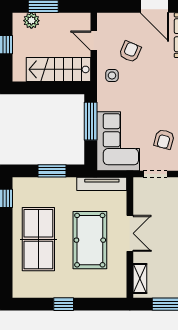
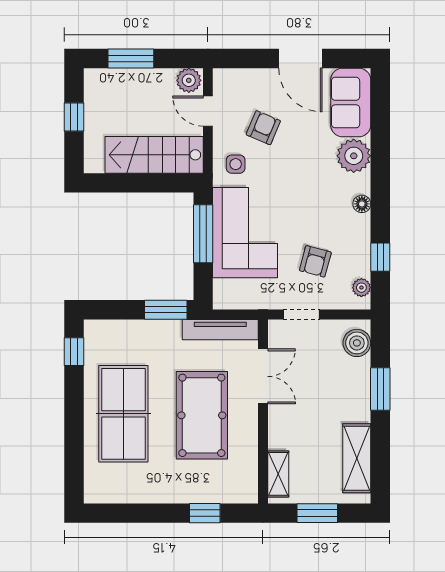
plant: (31, 21) -> (189, 80), moved
corner sofa: (118, 141) -> (245, 233), moved
window: (52, 171) -> (166, 310), moved
double door: (130, 233) -> (263, 376), moved
window: (64, 304) -> (205, 513), moved

